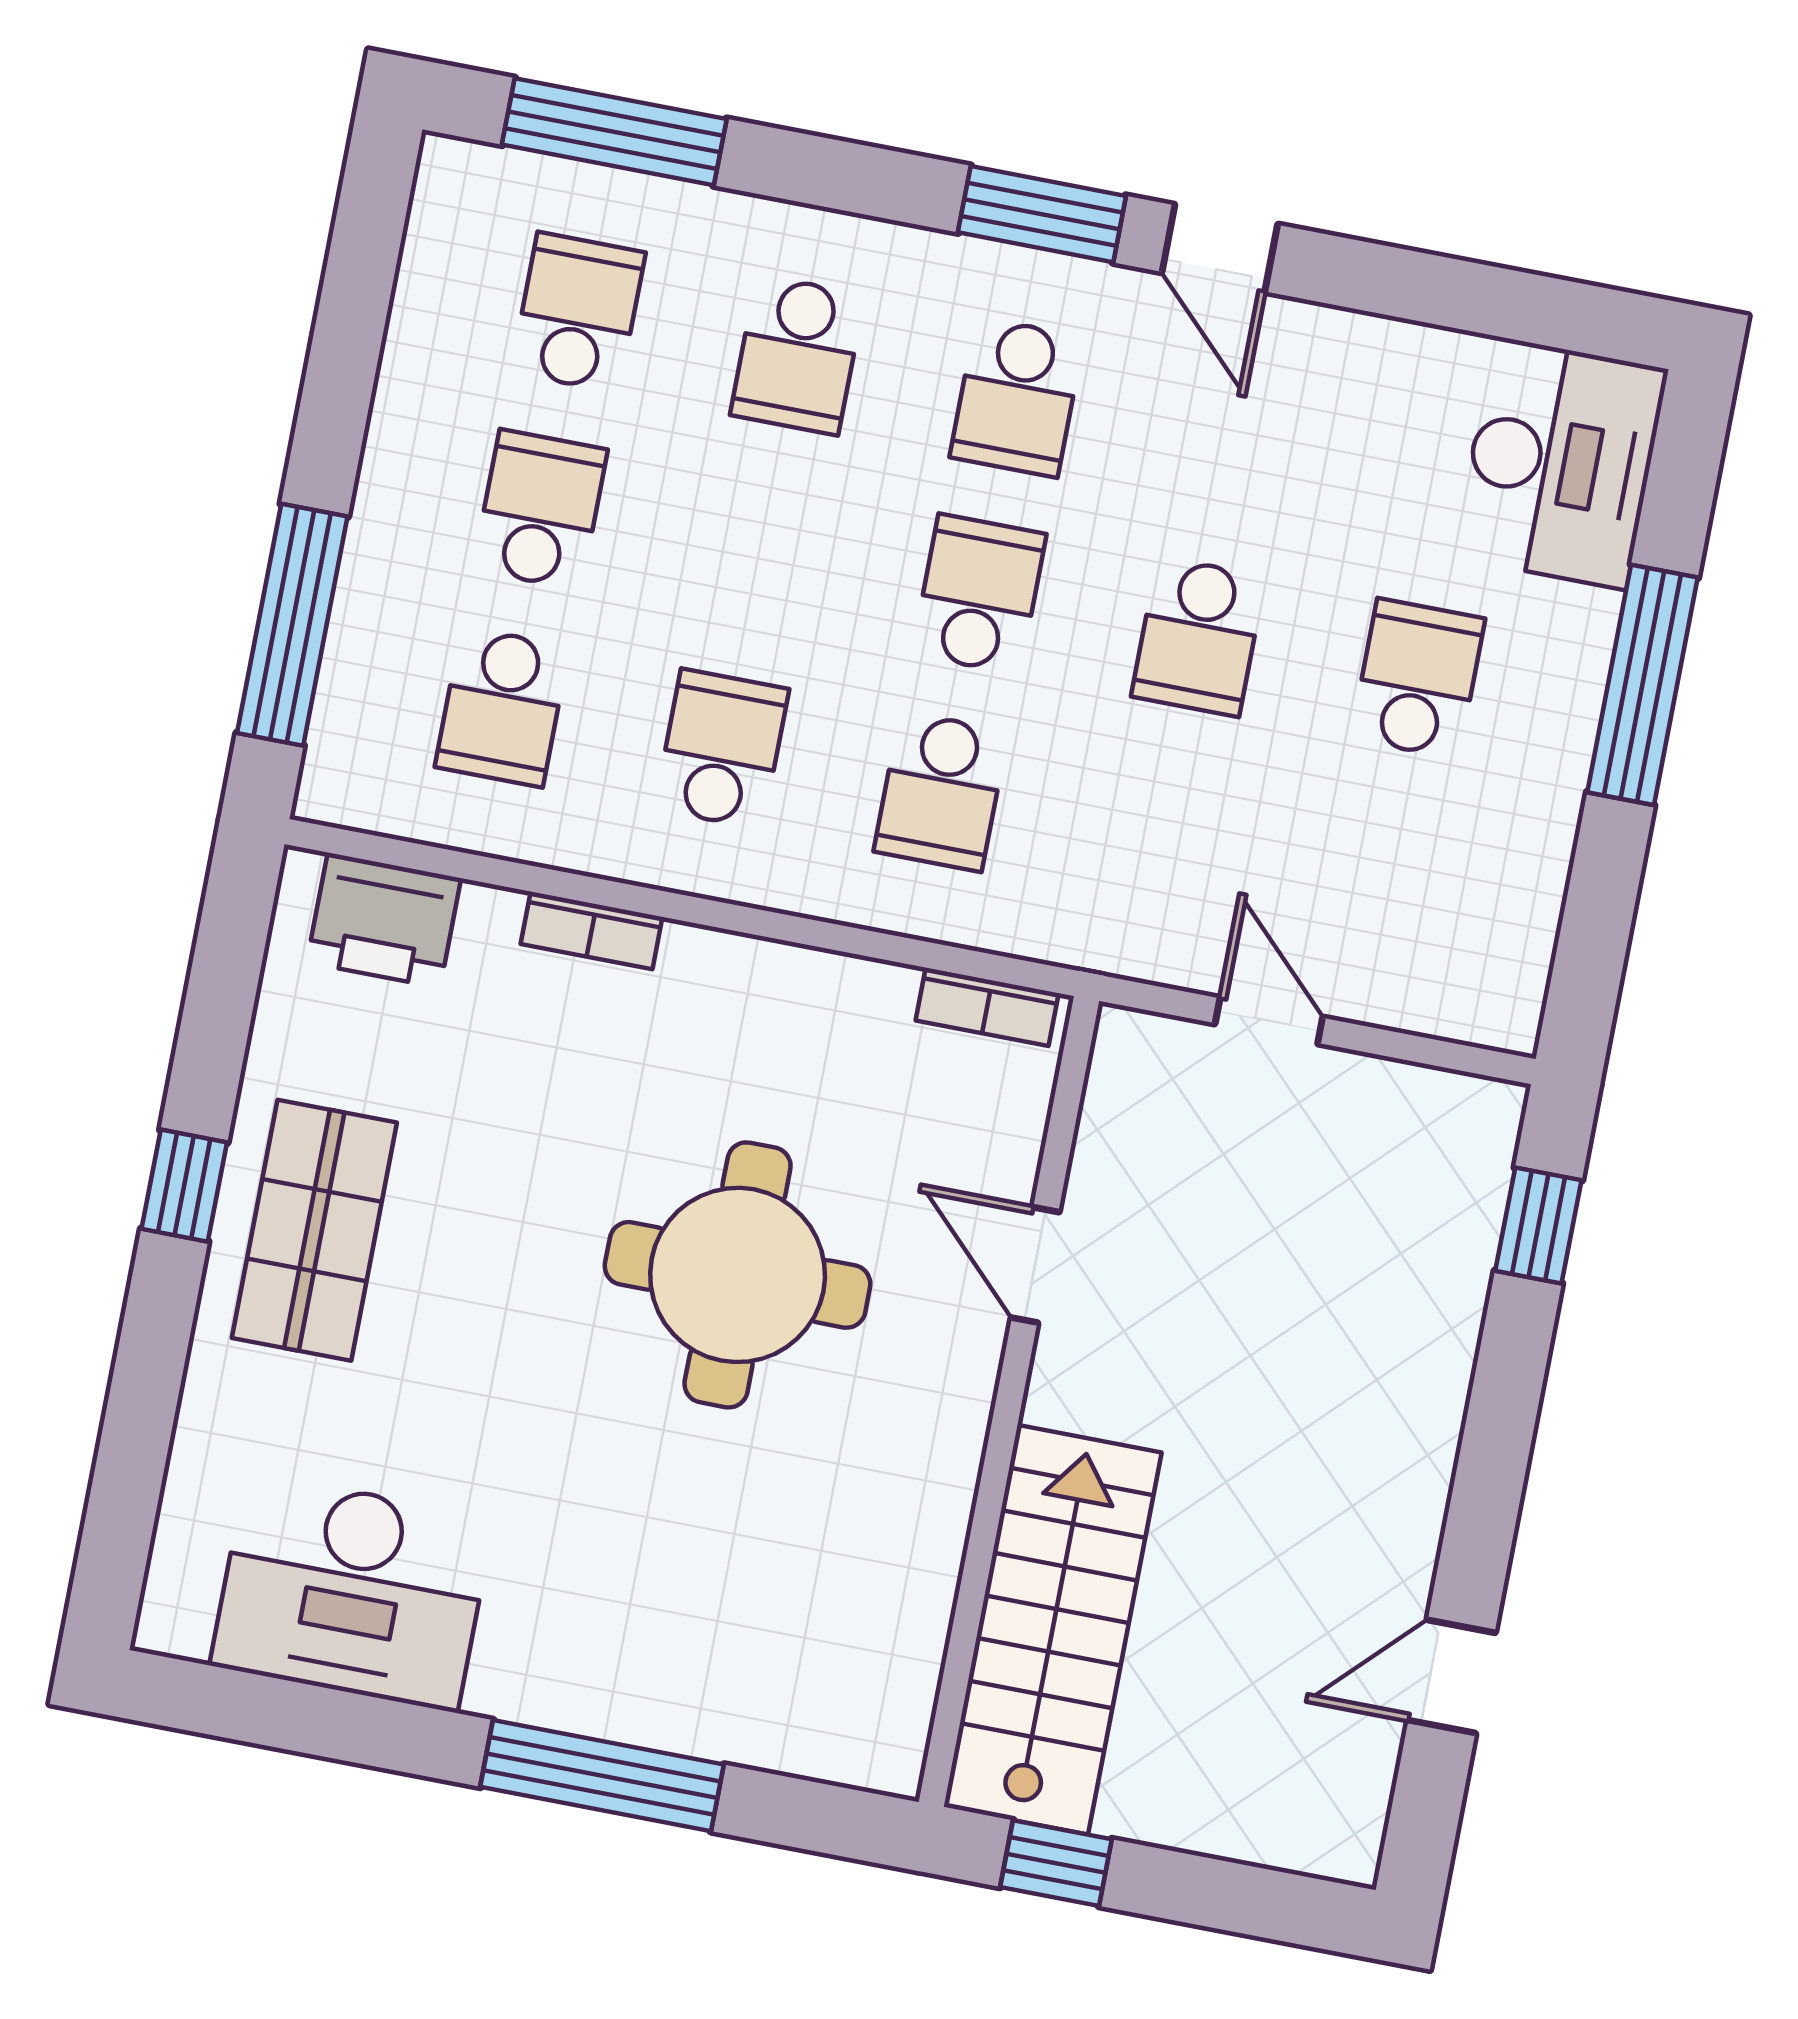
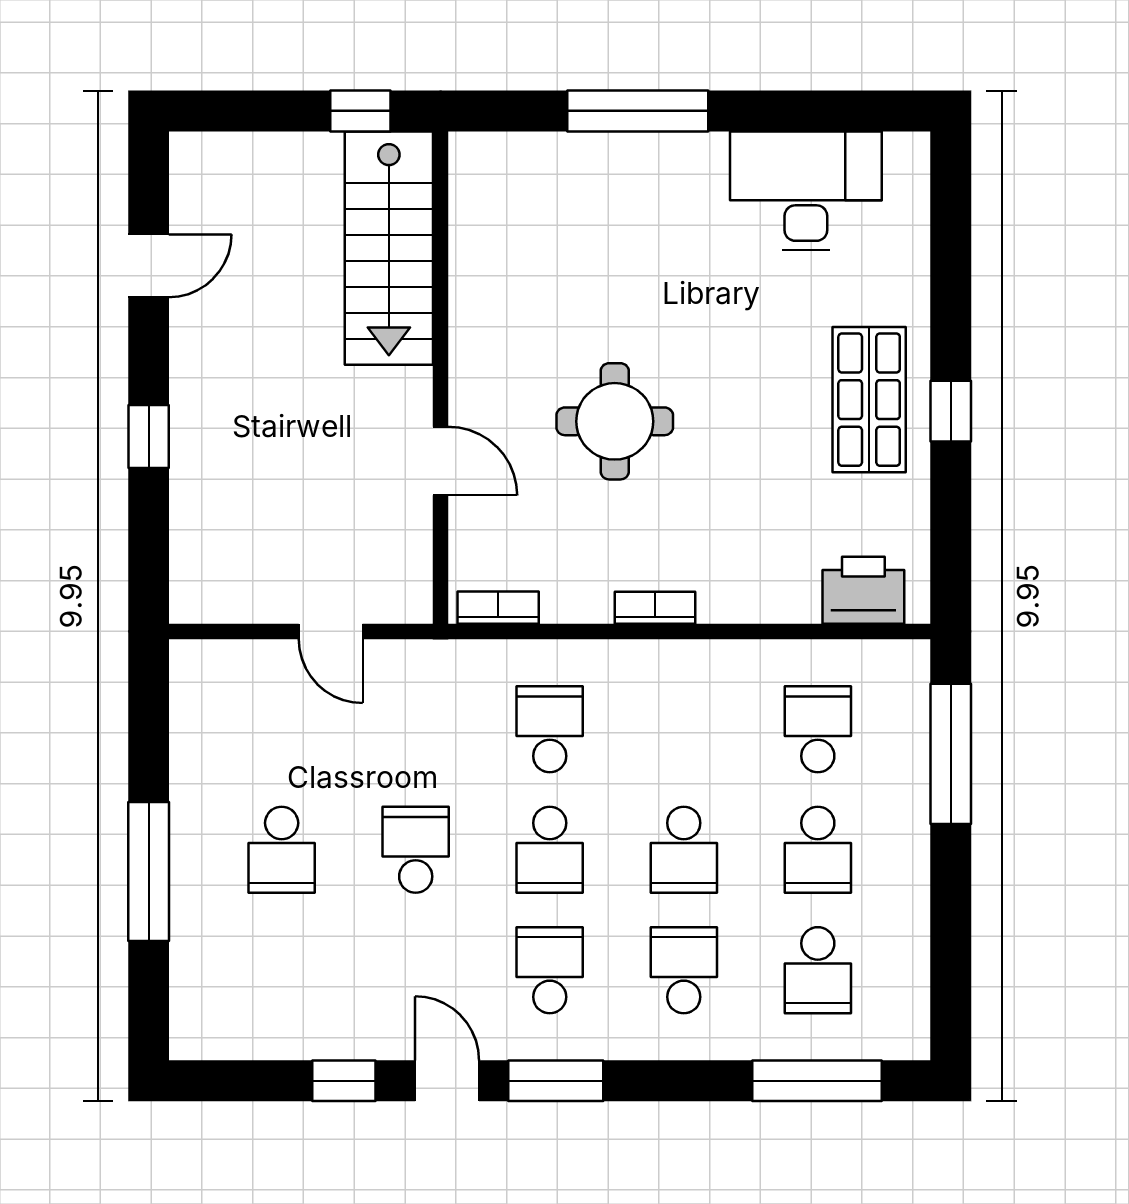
window: (1389, 281) -> (344, 1081), added
desk: (1561, 463) -> (222, 993), removed
school desk: (722, 749) -> (684, 850), moved
bookcase: (592, 930) -> (655, 608), moved
window: (1538, 1225) -> (149, 437), moved
round table: (738, 1275) -> (615, 421), width x0.73, depth x0.73

